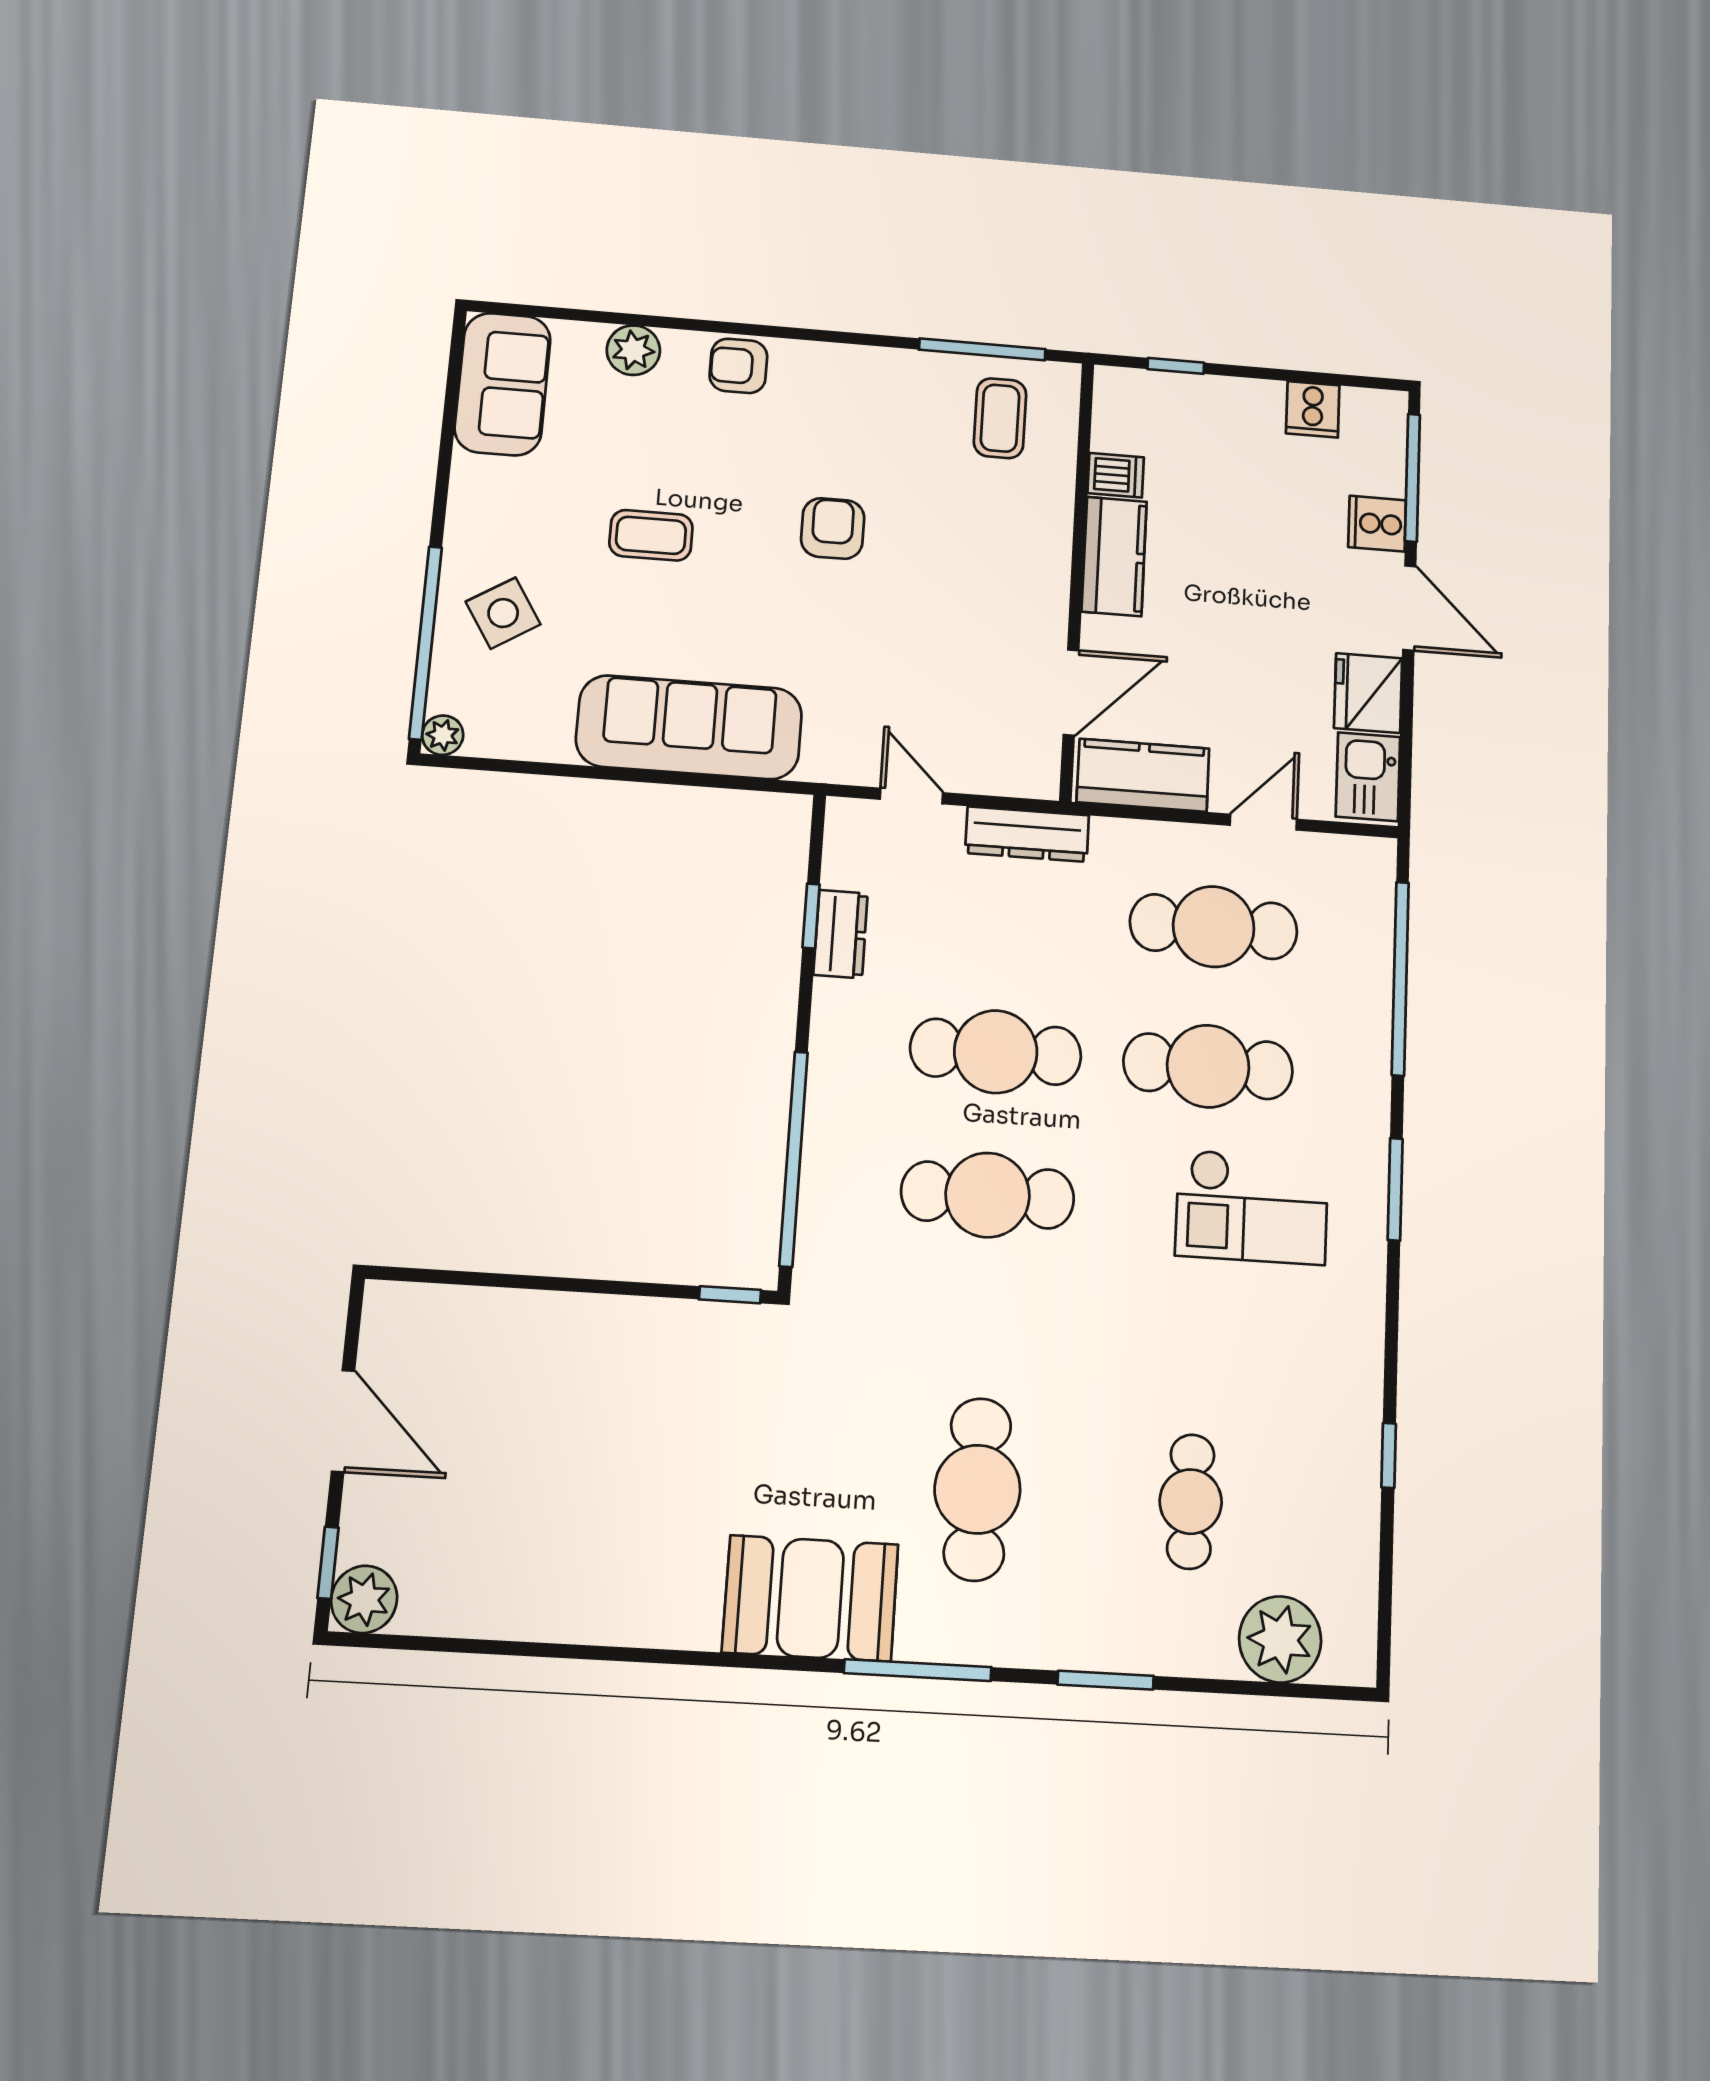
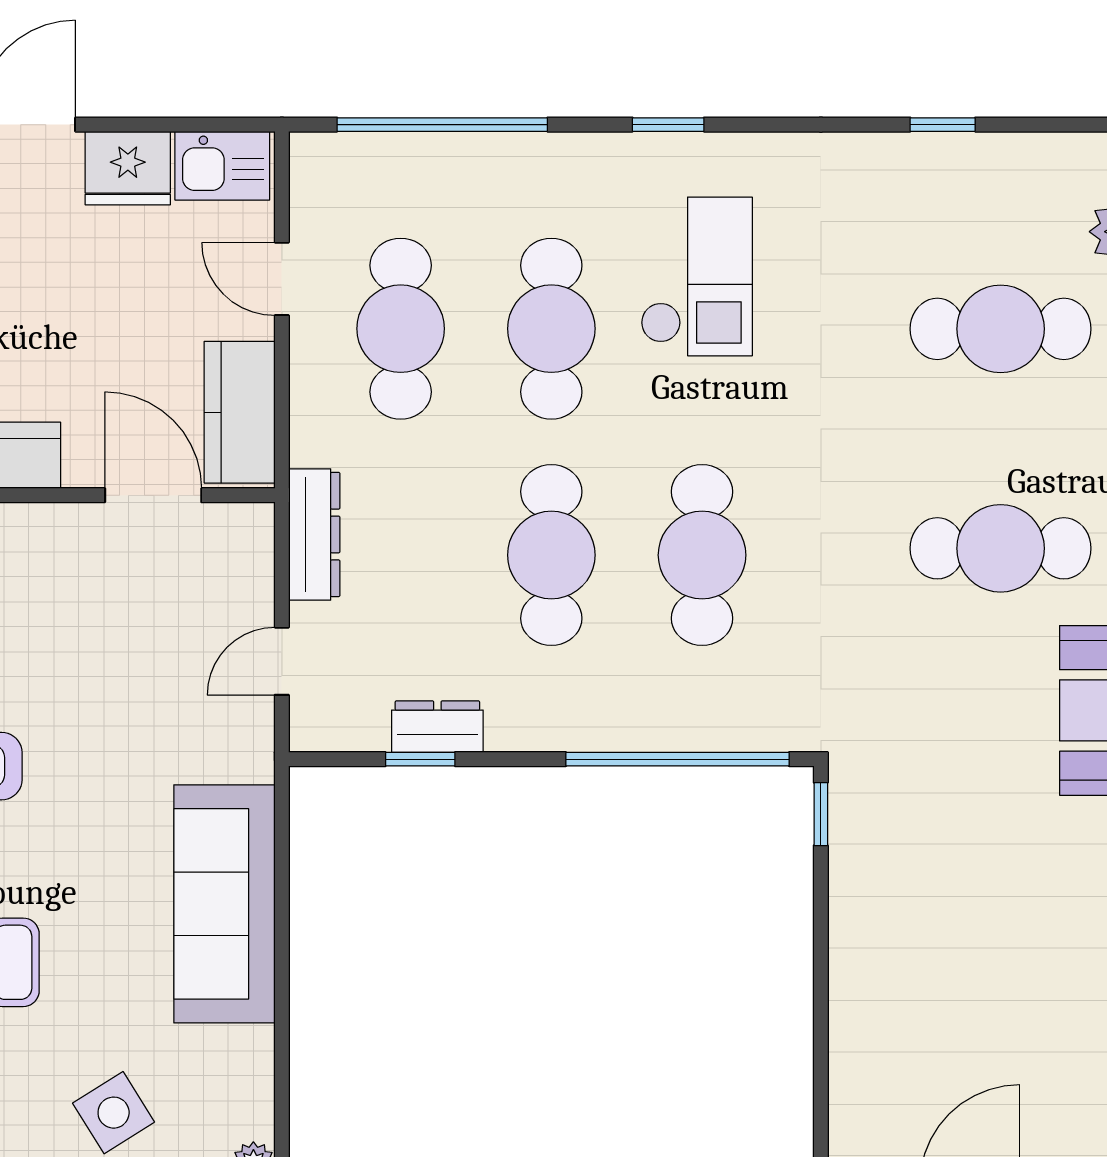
window: (1395, 1189) -> (668, 125), width x0.67
cafe table: (1191, 1502) -> (1001, 329), width x1.37, depth x1.35

